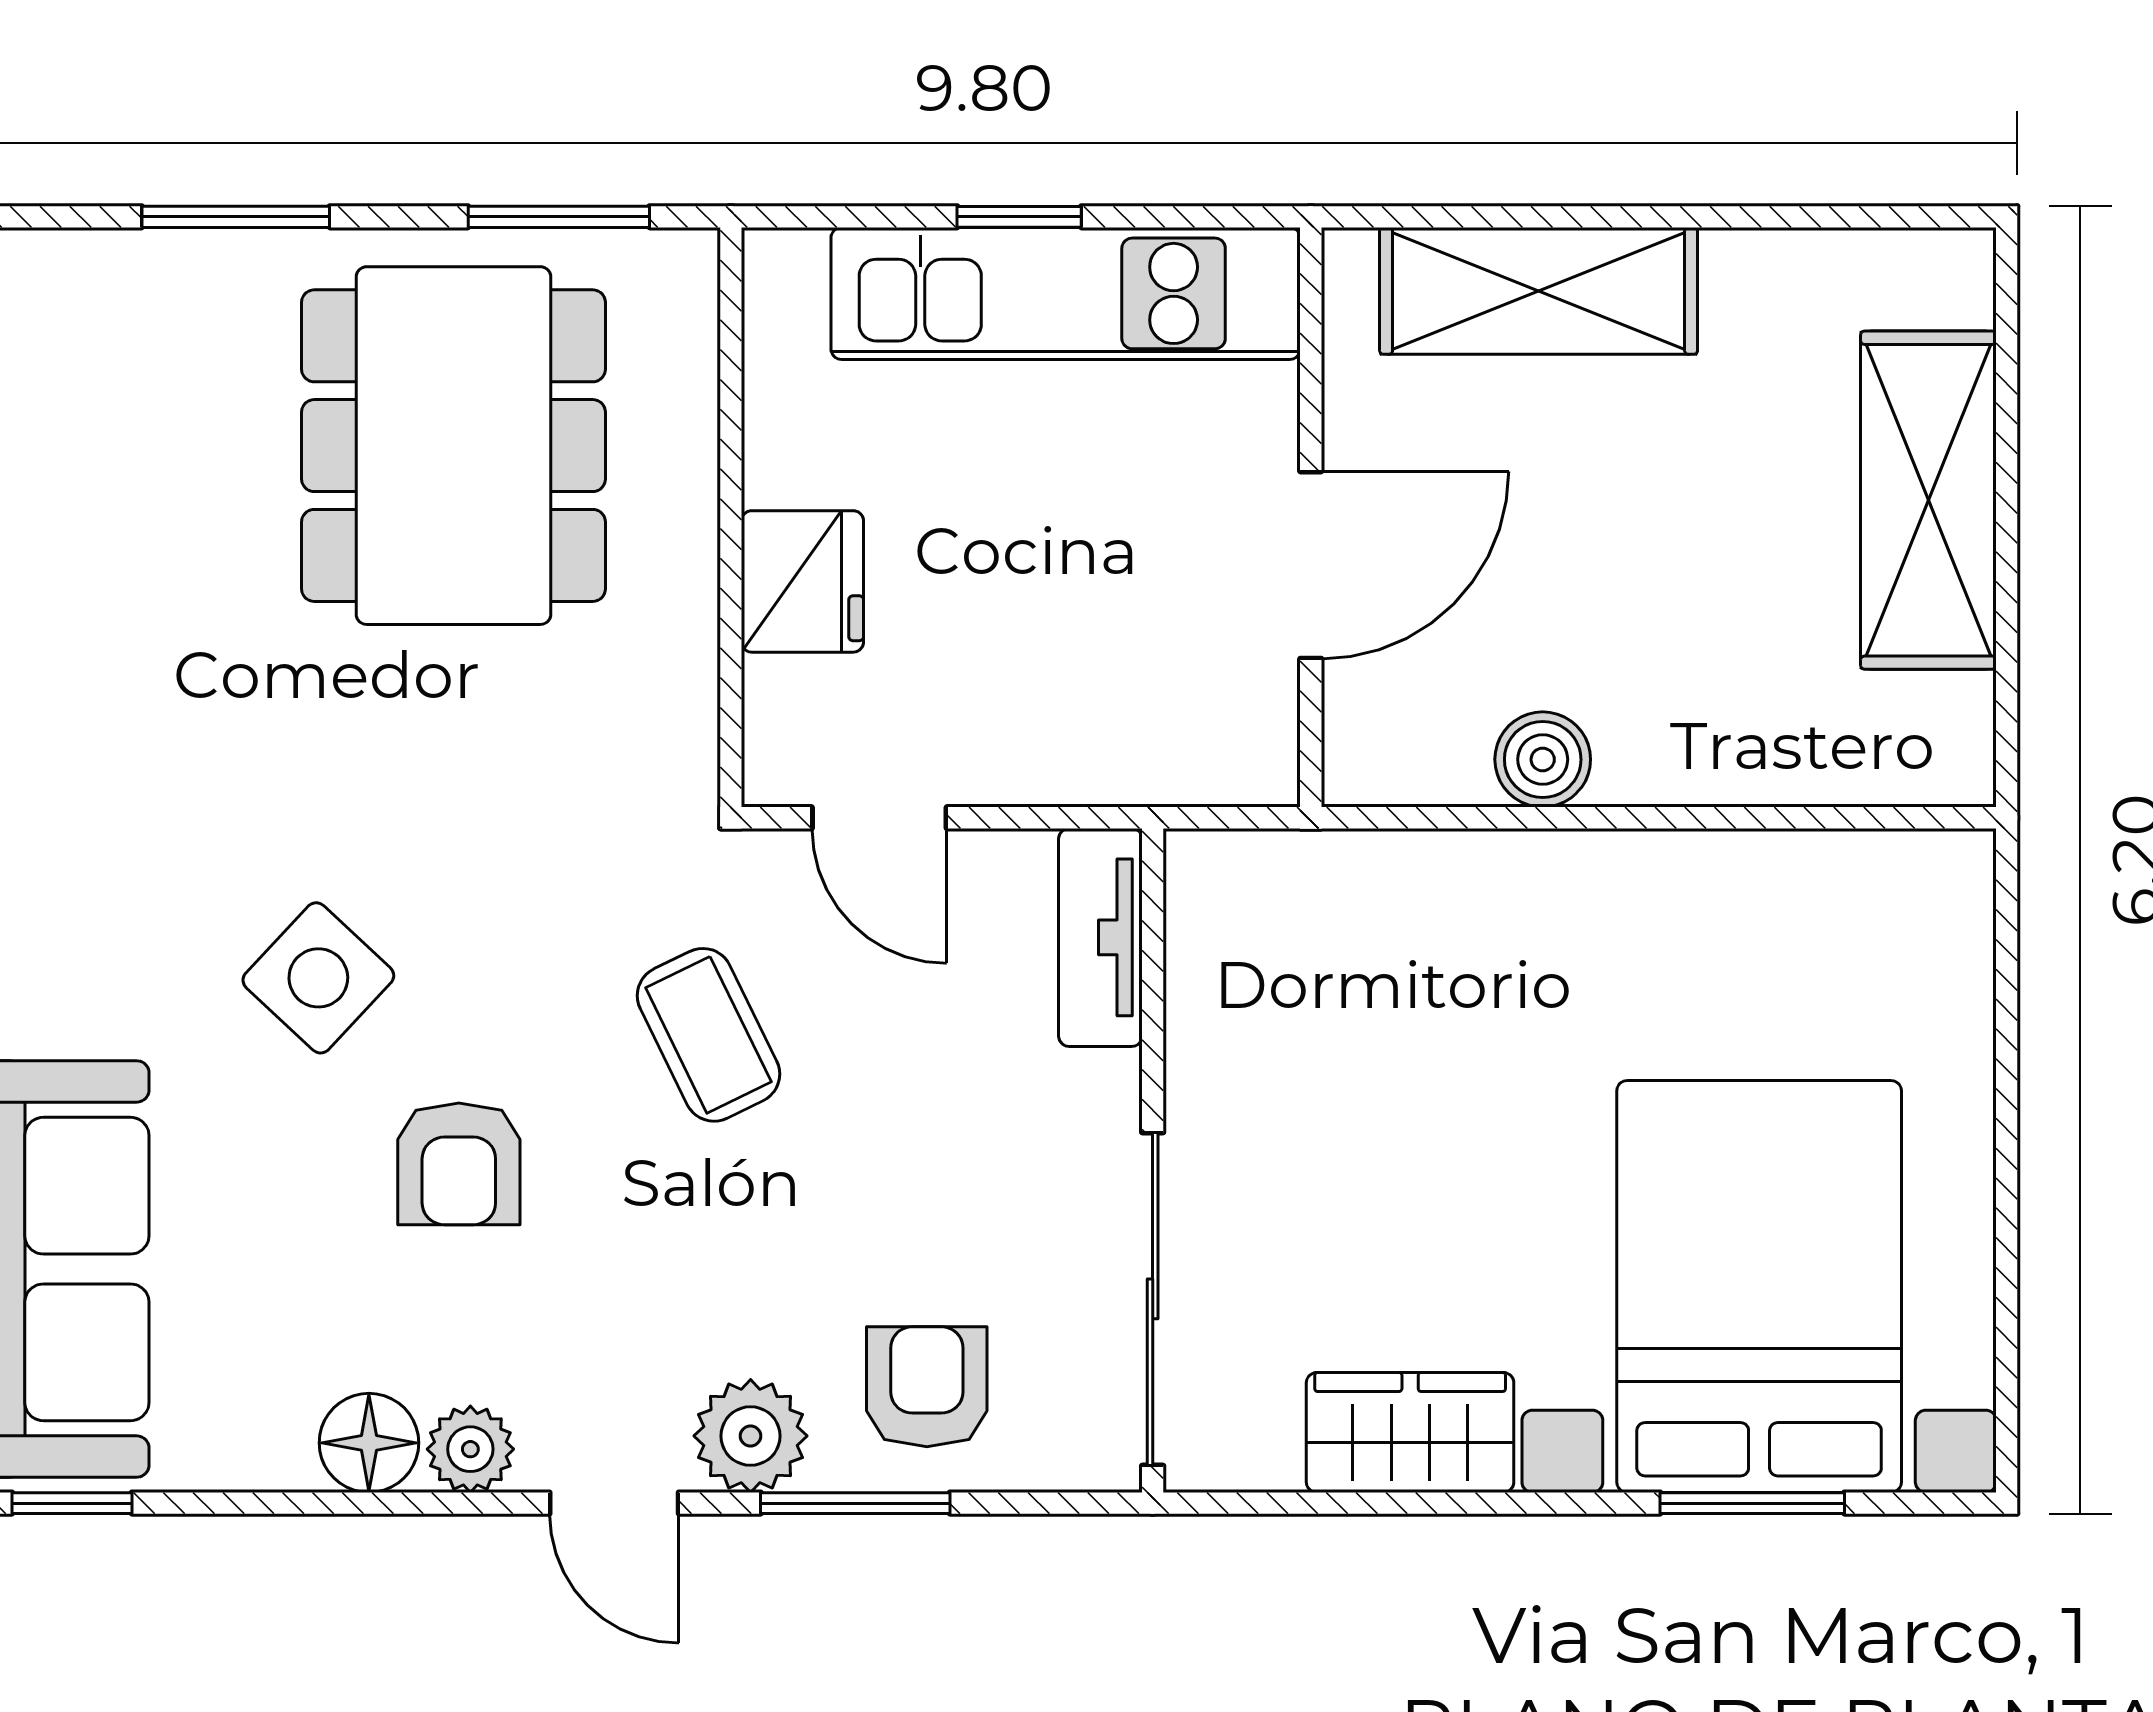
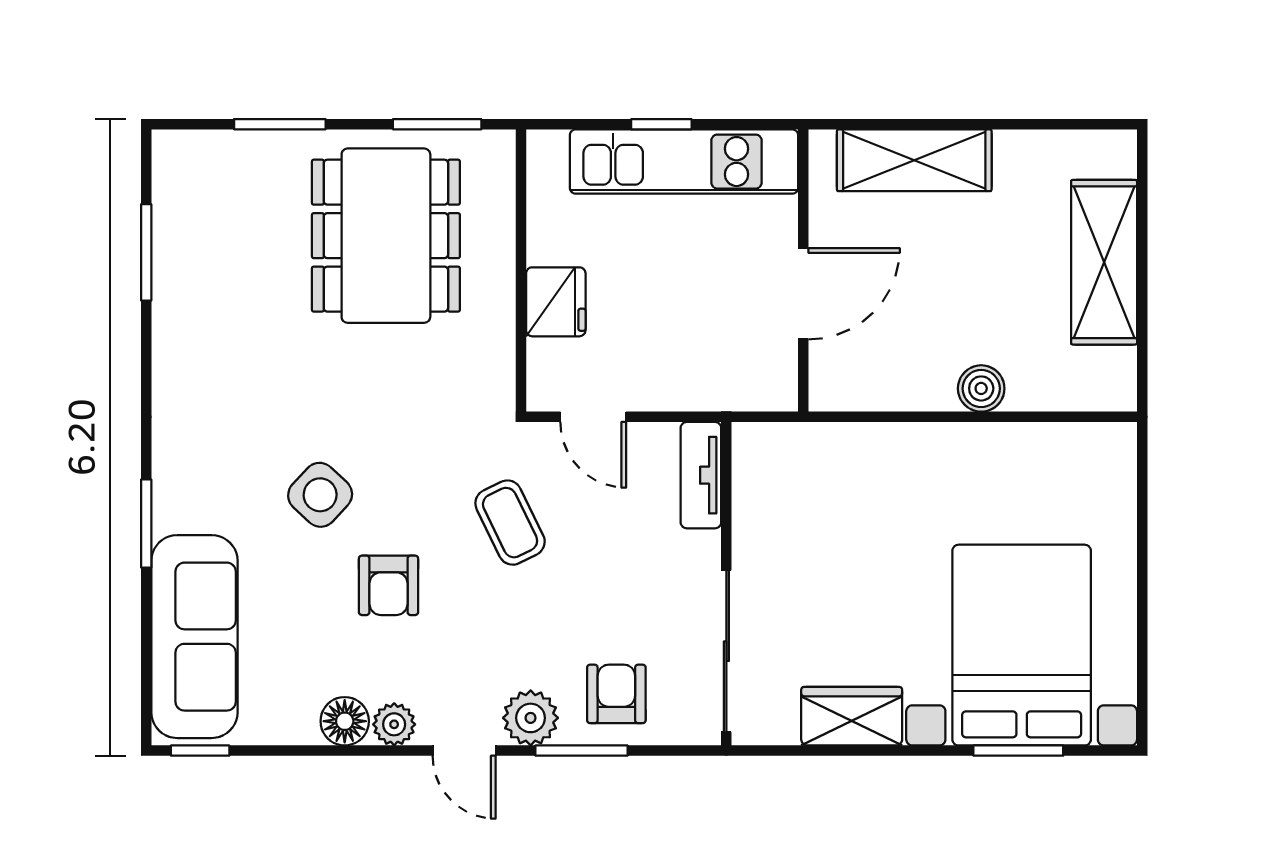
boiler: (1543, 759) -> (981, 388), moved

